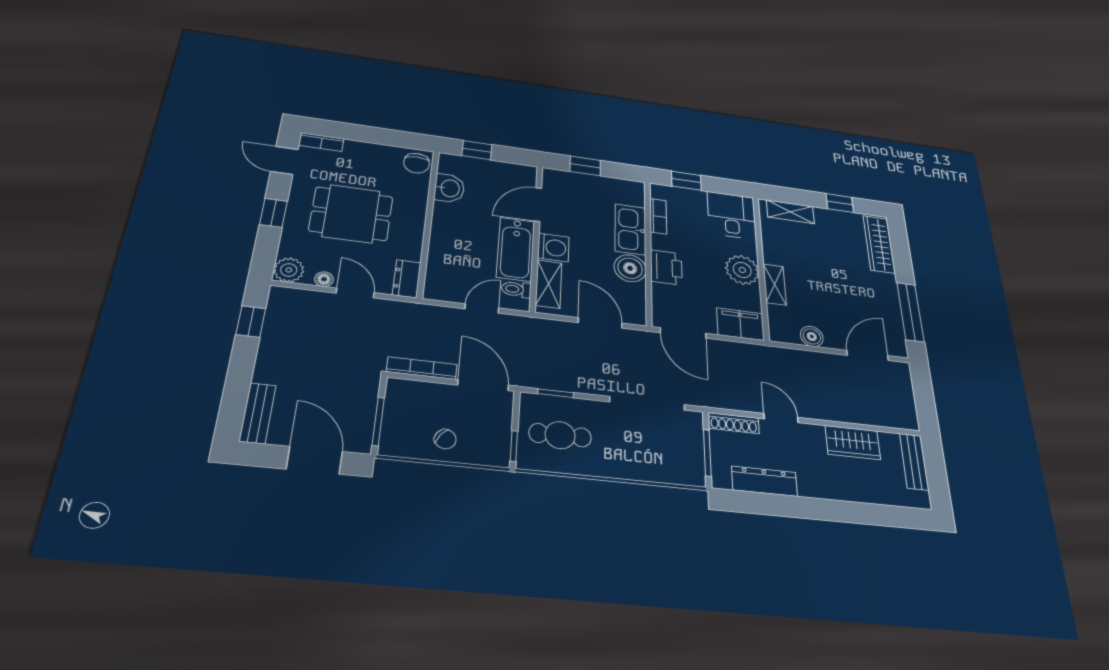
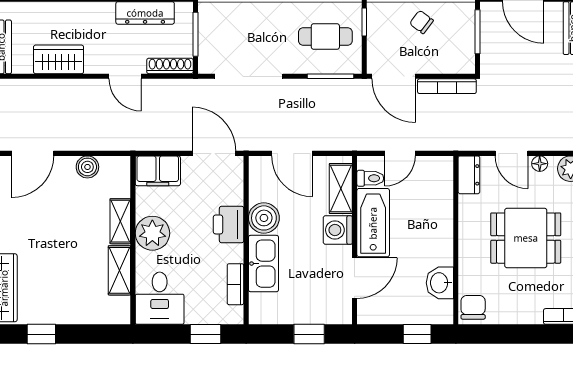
shelving: (790, 212) -> (119, 270), moved, turned 90
window: (556, 393) -> (330, 76), width x1.50

